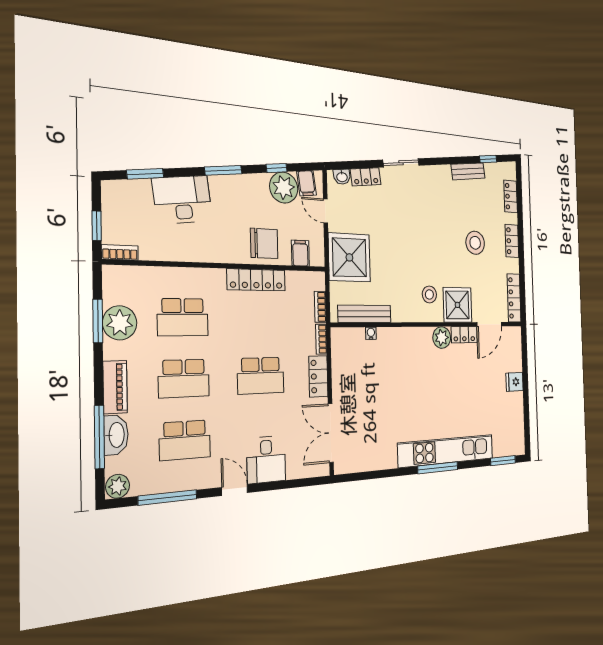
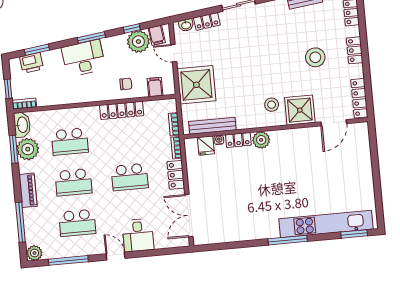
printer: (136, 192) -> (32, 63), added
desk: (183, 200) -> (83, 58), moved
chair: (264, 243) -> (126, 84), width x0.54, depth x0.54
locker: (464, 335) -> (238, 140), moved
plant: (442, 338) -> (261, 140), moved
fridge: (515, 382) -> (206, 146), moved, turned -90
washbasin: (116, 435) -> (22, 125), moved
kitchen unit: (446, 451) -> (326, 224), moved

